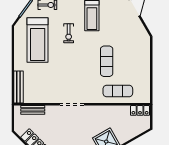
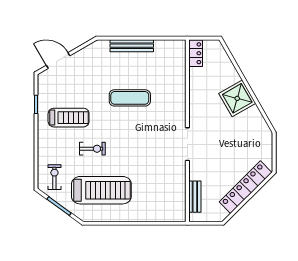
bench: (18, 87) -> (132, 46), moved
exercise mat: (118, 91) -> (170, 83), removed

